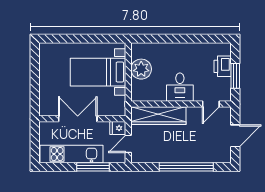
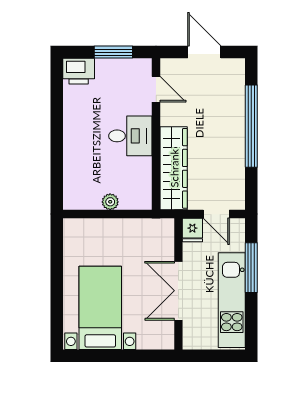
printer: (223, 66) -> (79, 71), moved
plant: (141, 69) -> (110, 202), width x0.53, depth x0.53
bed with nightstands: (98, 72) -> (100, 308), moved, turned 180

